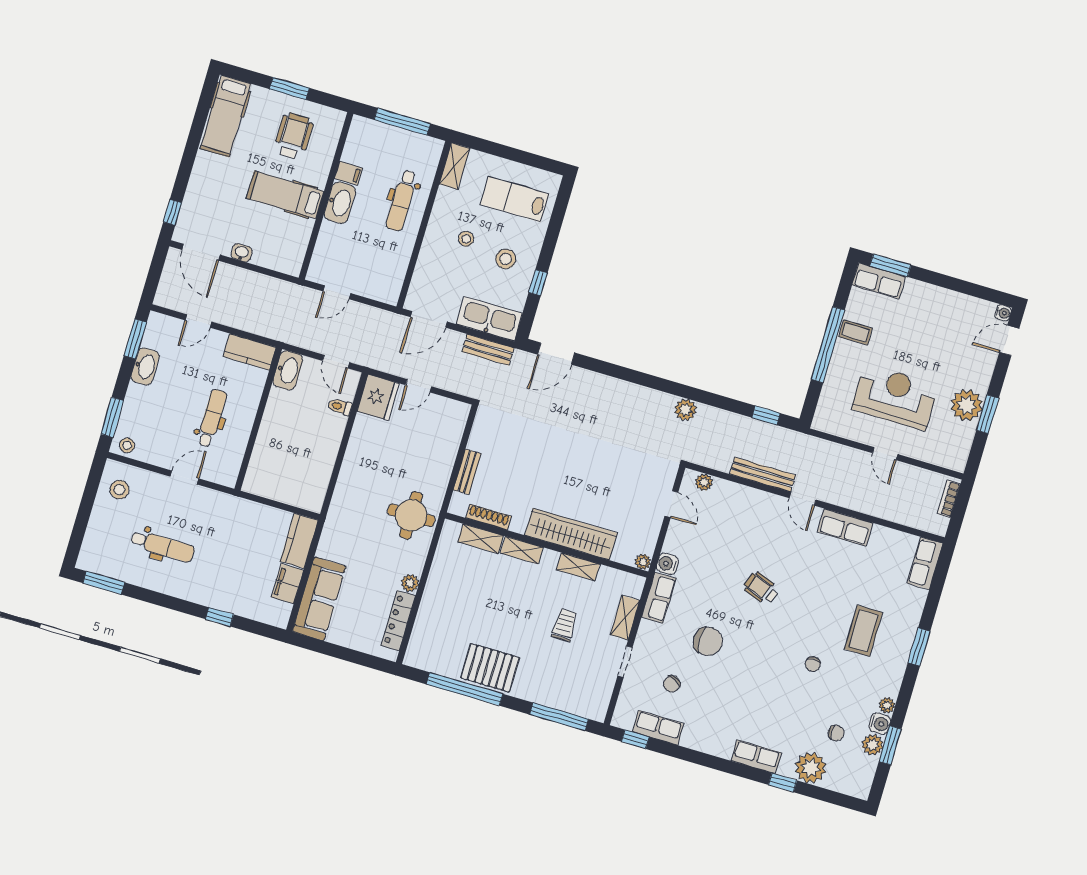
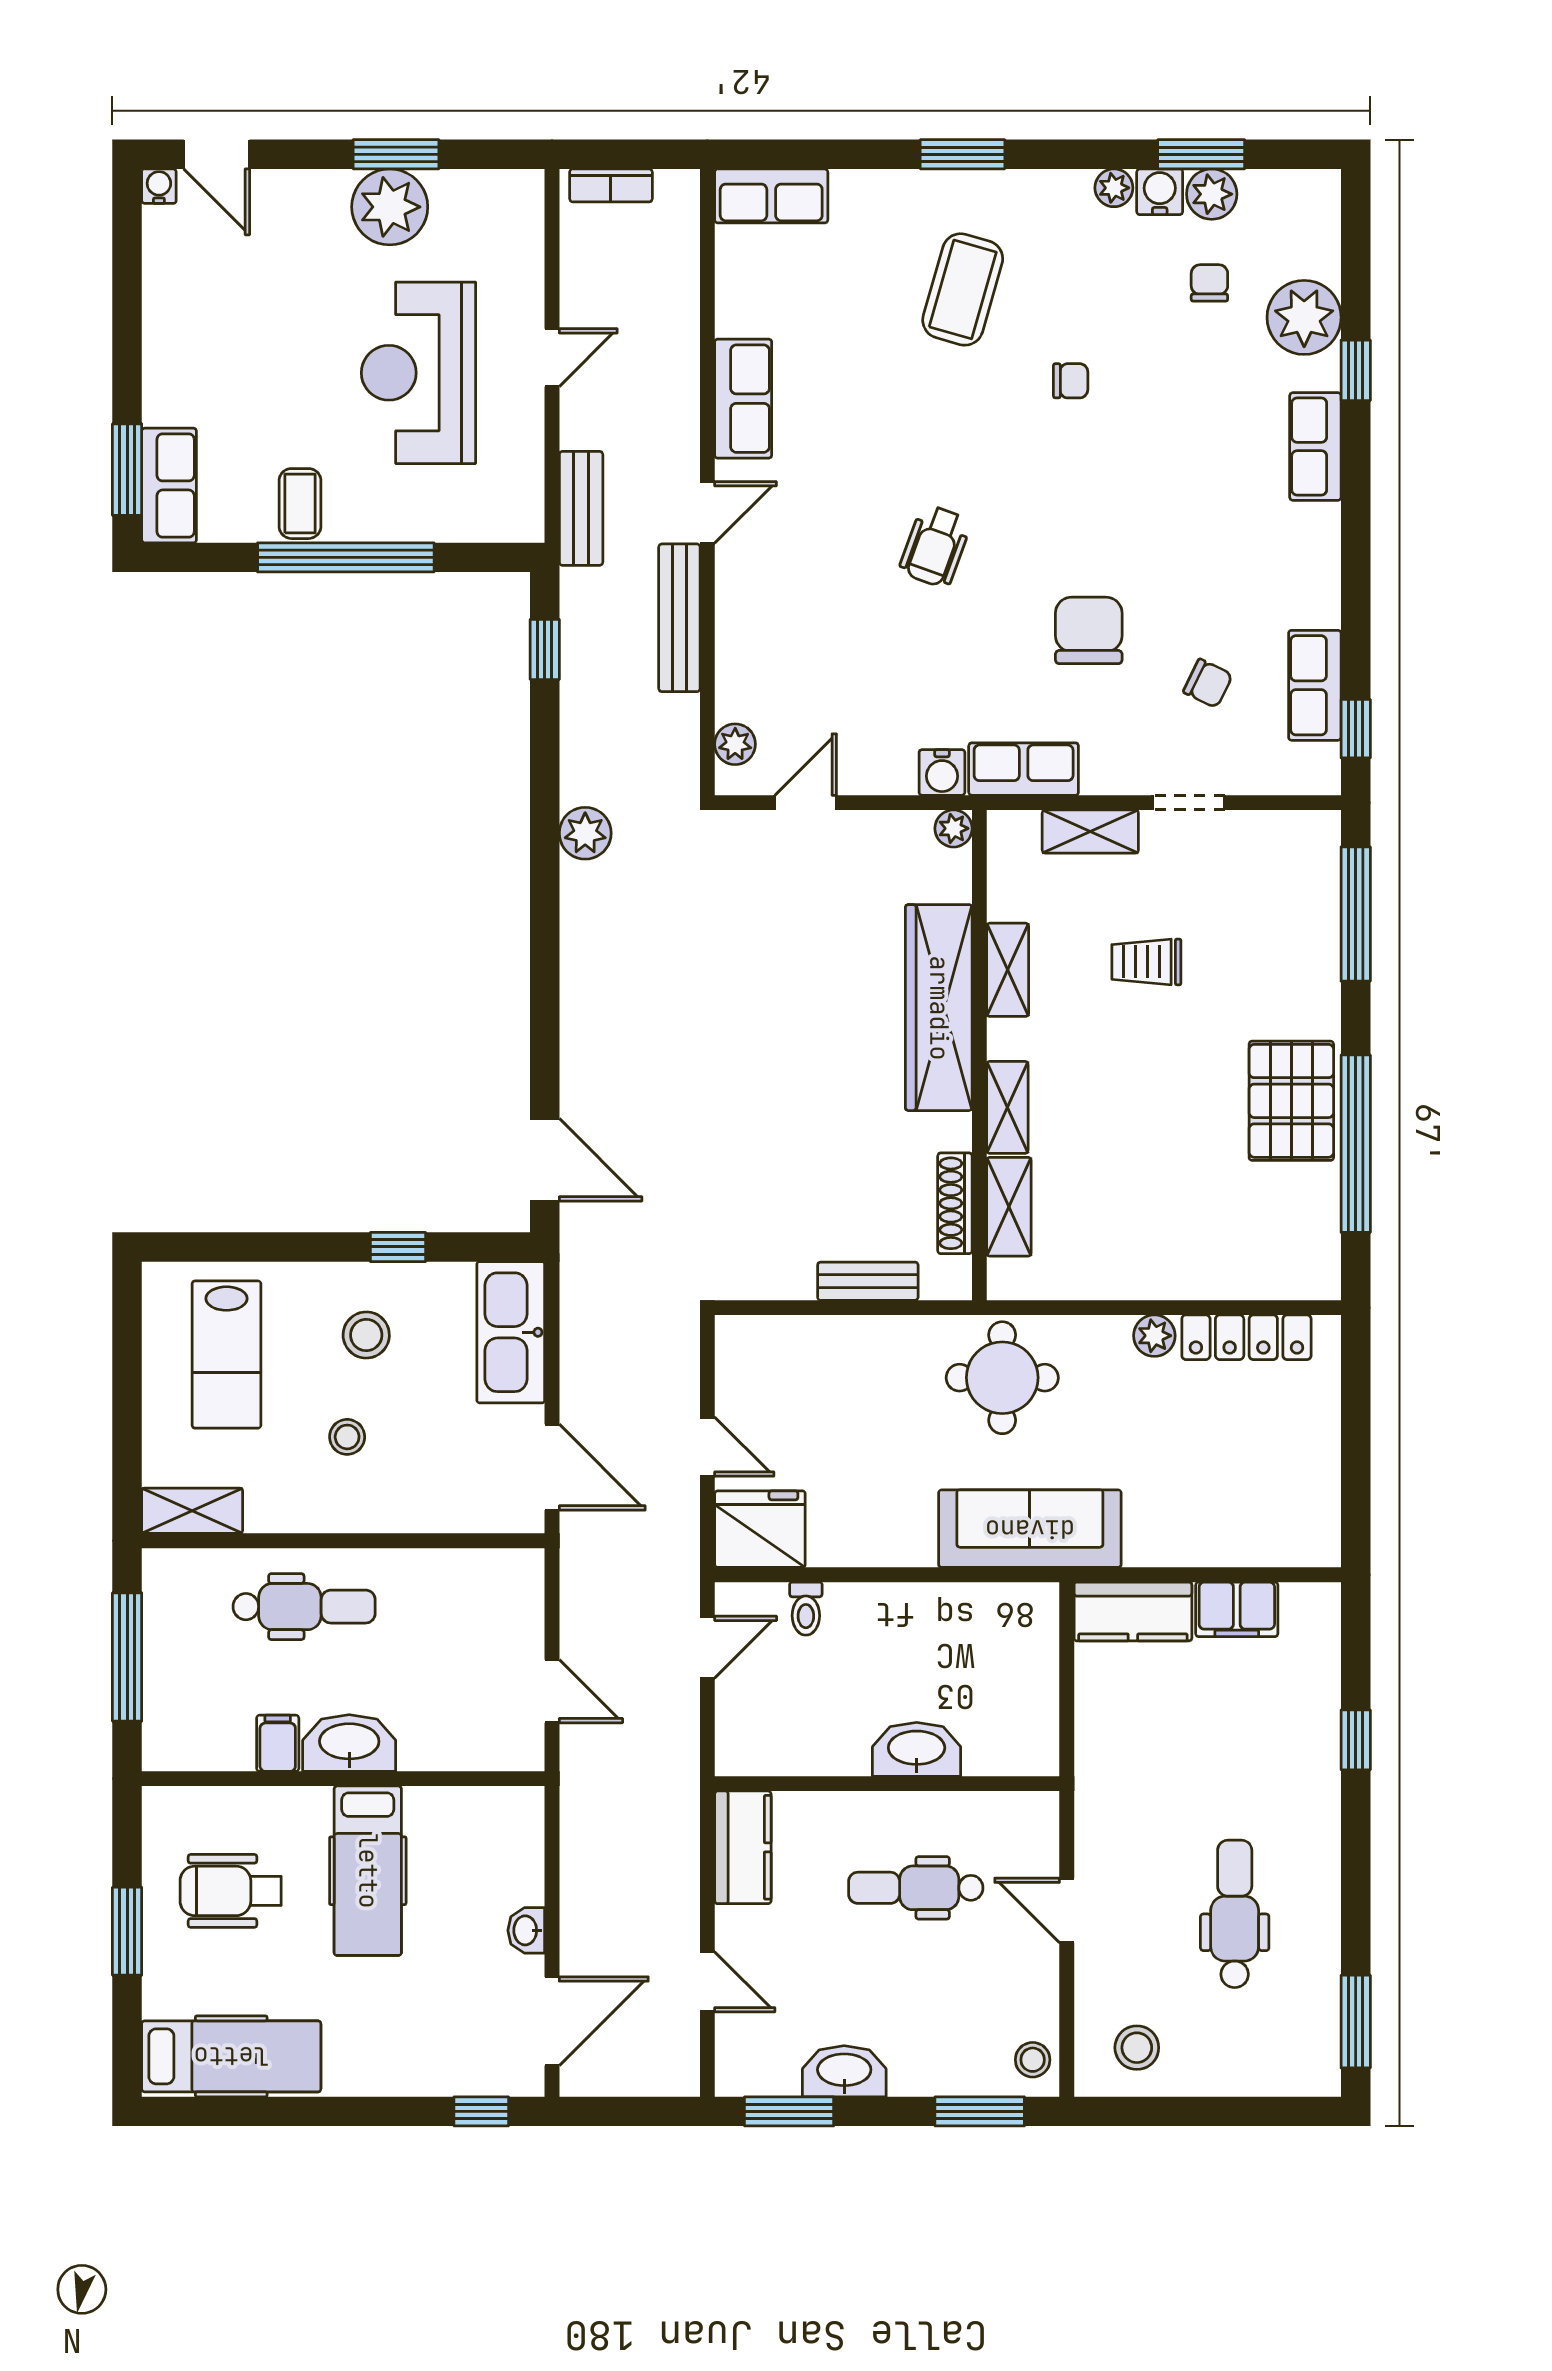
bench: (488, 350) -> (581, 508), moved
washbasin: (288, 370) -> (917, 1749), moved
sofa: (319, 599) -> (1030, 1529), moved
coffee table: (863, 631) -> (963, 289), turned -74

